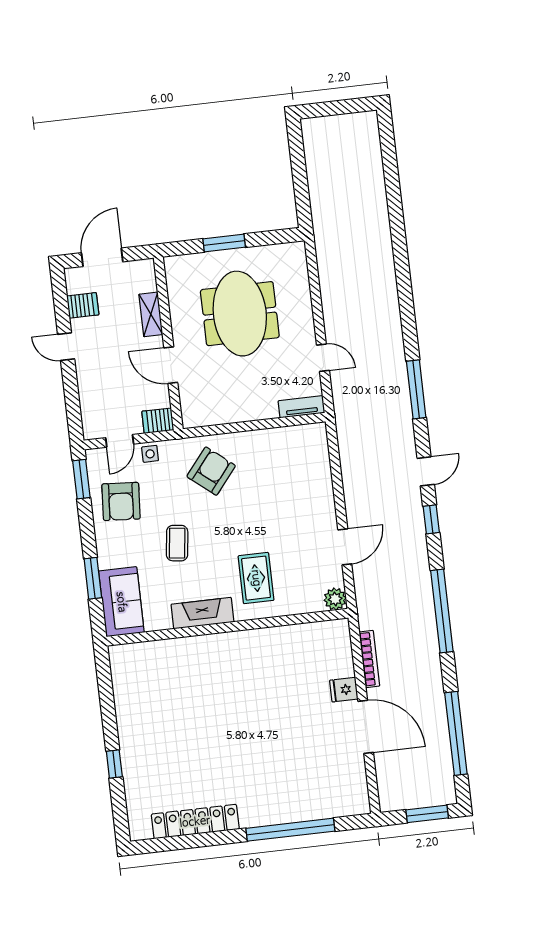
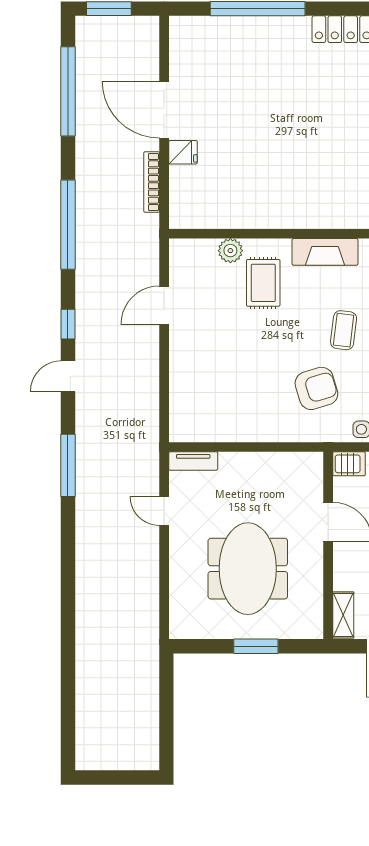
shelving: (151, 314) -> (343, 615), moved
armchair: (211, 471) -> (316, 388), moved, turned -146
plant: (335, 599) -> (230, 251), moved

